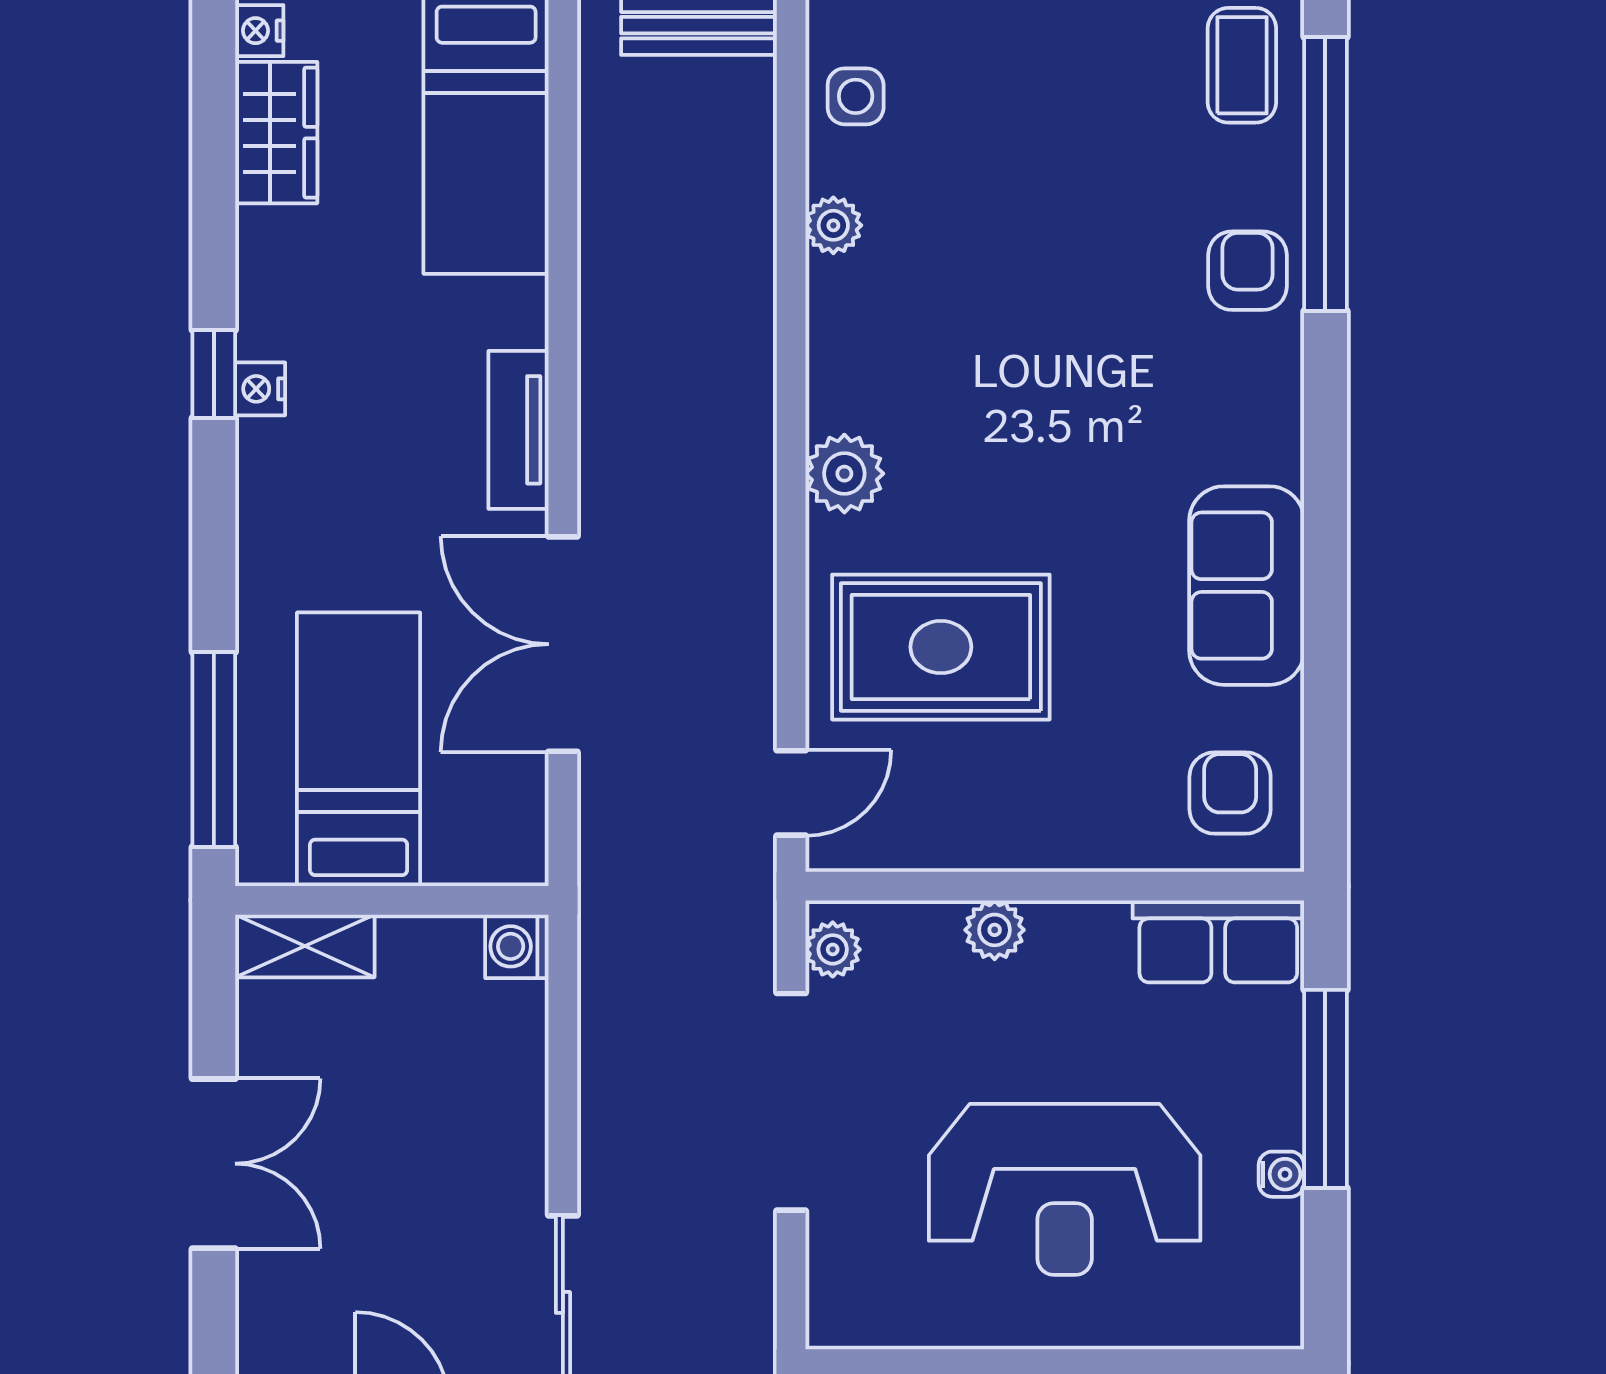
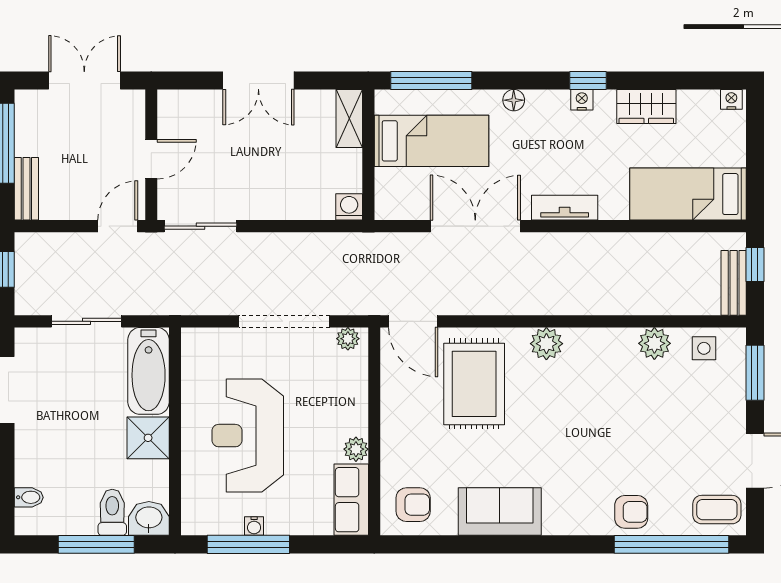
wardrobe: (276, 133) -> (646, 106), moved
plant: (833, 225) -> (654, 343), width x1.38, depth x1.38
floor lamp: (261, 552) -> (514, 100), added
door: (791, 793) -> (413, 321), width x1.38
plant: (995, 930) -> (356, 449), moved
window: (1325, 1089) -> (248, 544), moved

